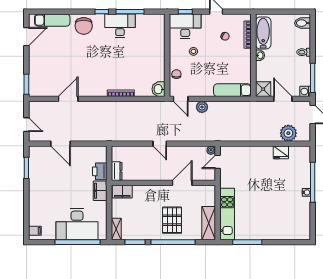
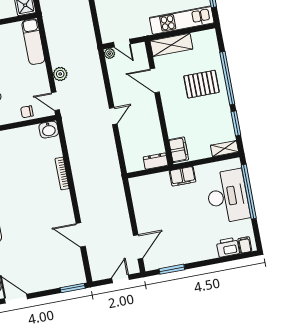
door: (181, 99) -> (55, 101), swing flipped
door: (61, 144) -> (138, 247), moved
printer: (100, 171) -> (228, 247), moved, turned 180
shelving: (209, 223) -> (171, 45), moved

